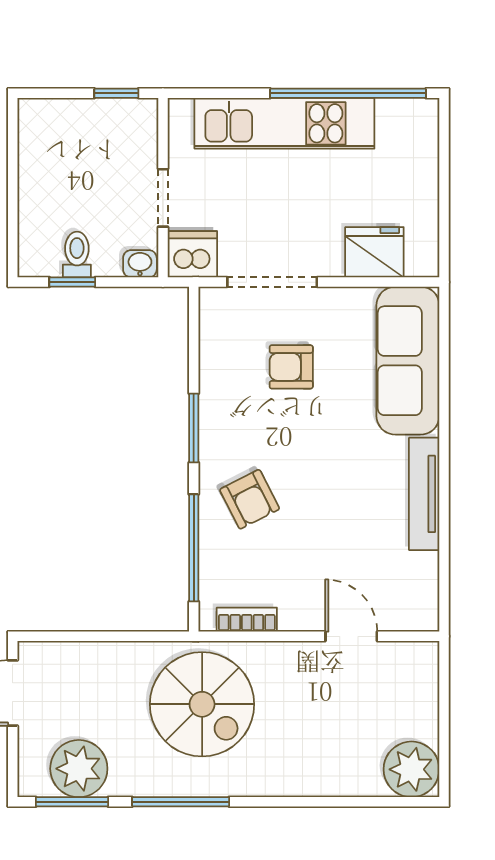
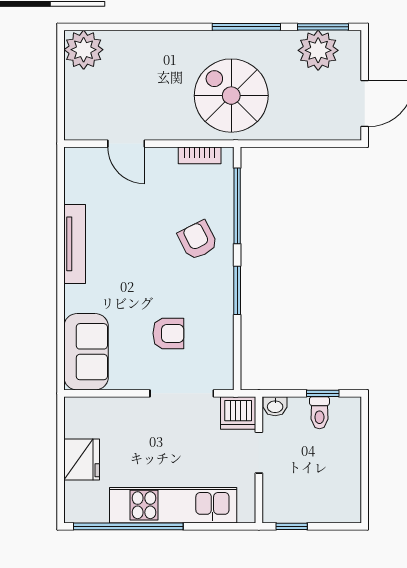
fridge: (374, 252) -> (82, 460), moved, turned -90
sofa: (408, 361) -> (86, 352), width x0.73

